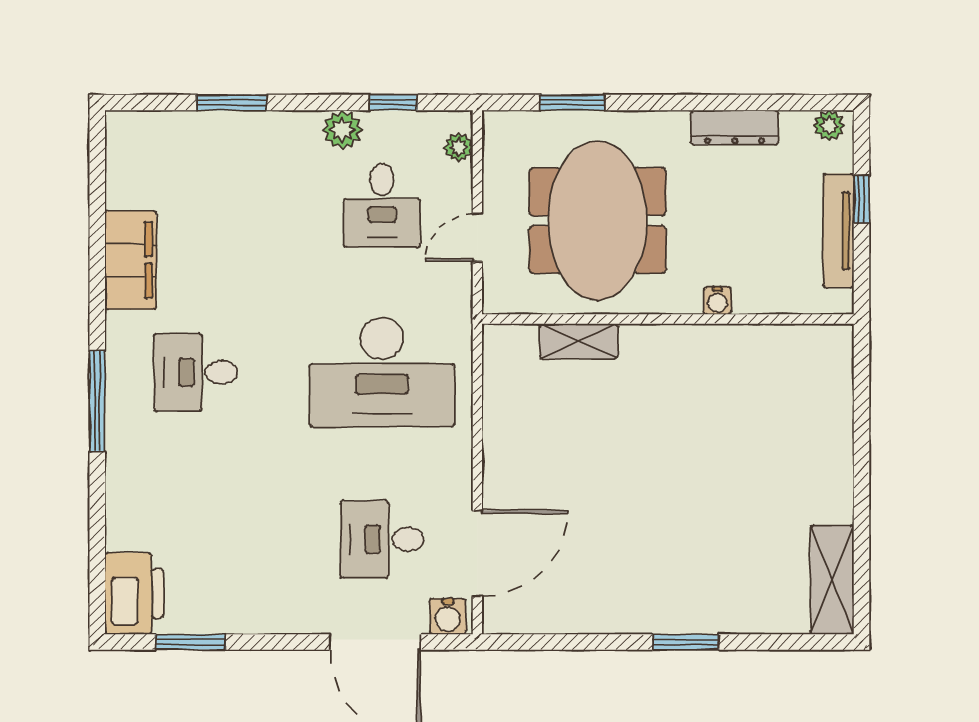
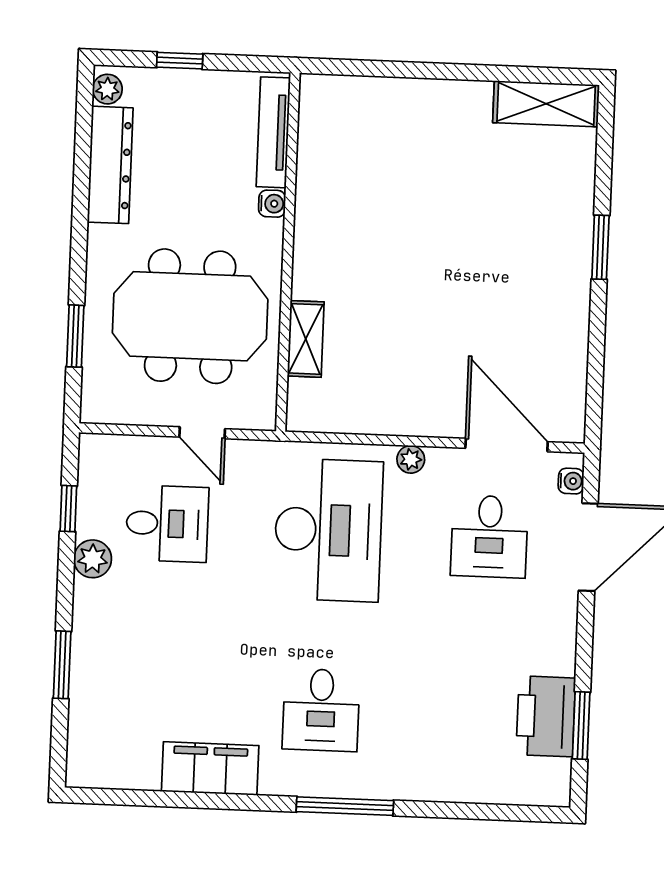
dresser: (735, 127) -> (110, 165), width x1.37, depth x1.24
plant: (459, 147) -> (411, 459), moved
tv unit: (838, 231) -> (273, 132), moved, turned 90
printer: (134, 594) -> (546, 716), moved, turned -90
water cooler: (448, 616) -> (571, 481), width x0.72, depth x0.72

